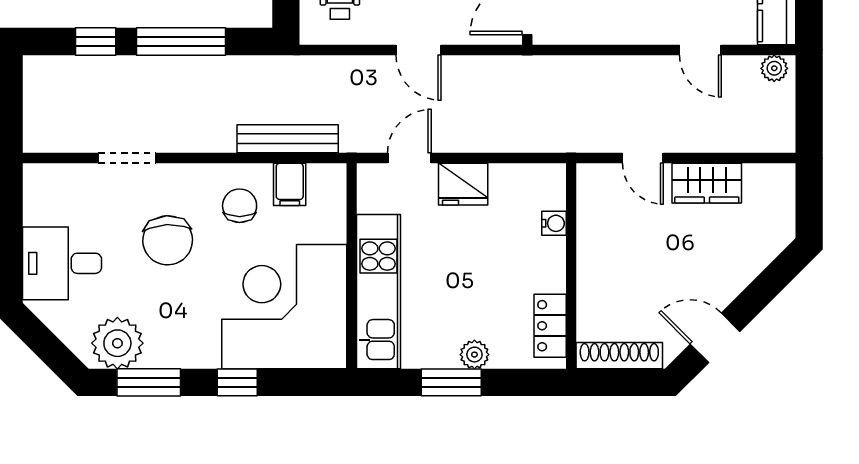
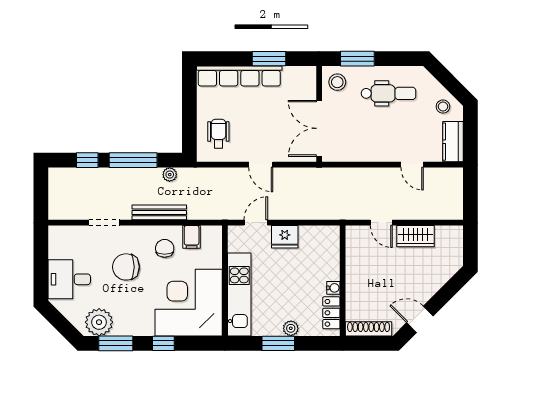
plant: (774, 68) -> (170, 175), moved
bench: (288, 139) -> (159, 212), moved
water cooler: (554, 223) -> (333, 288), moved
chair: (168, 240) -> (126, 267), turned 93

